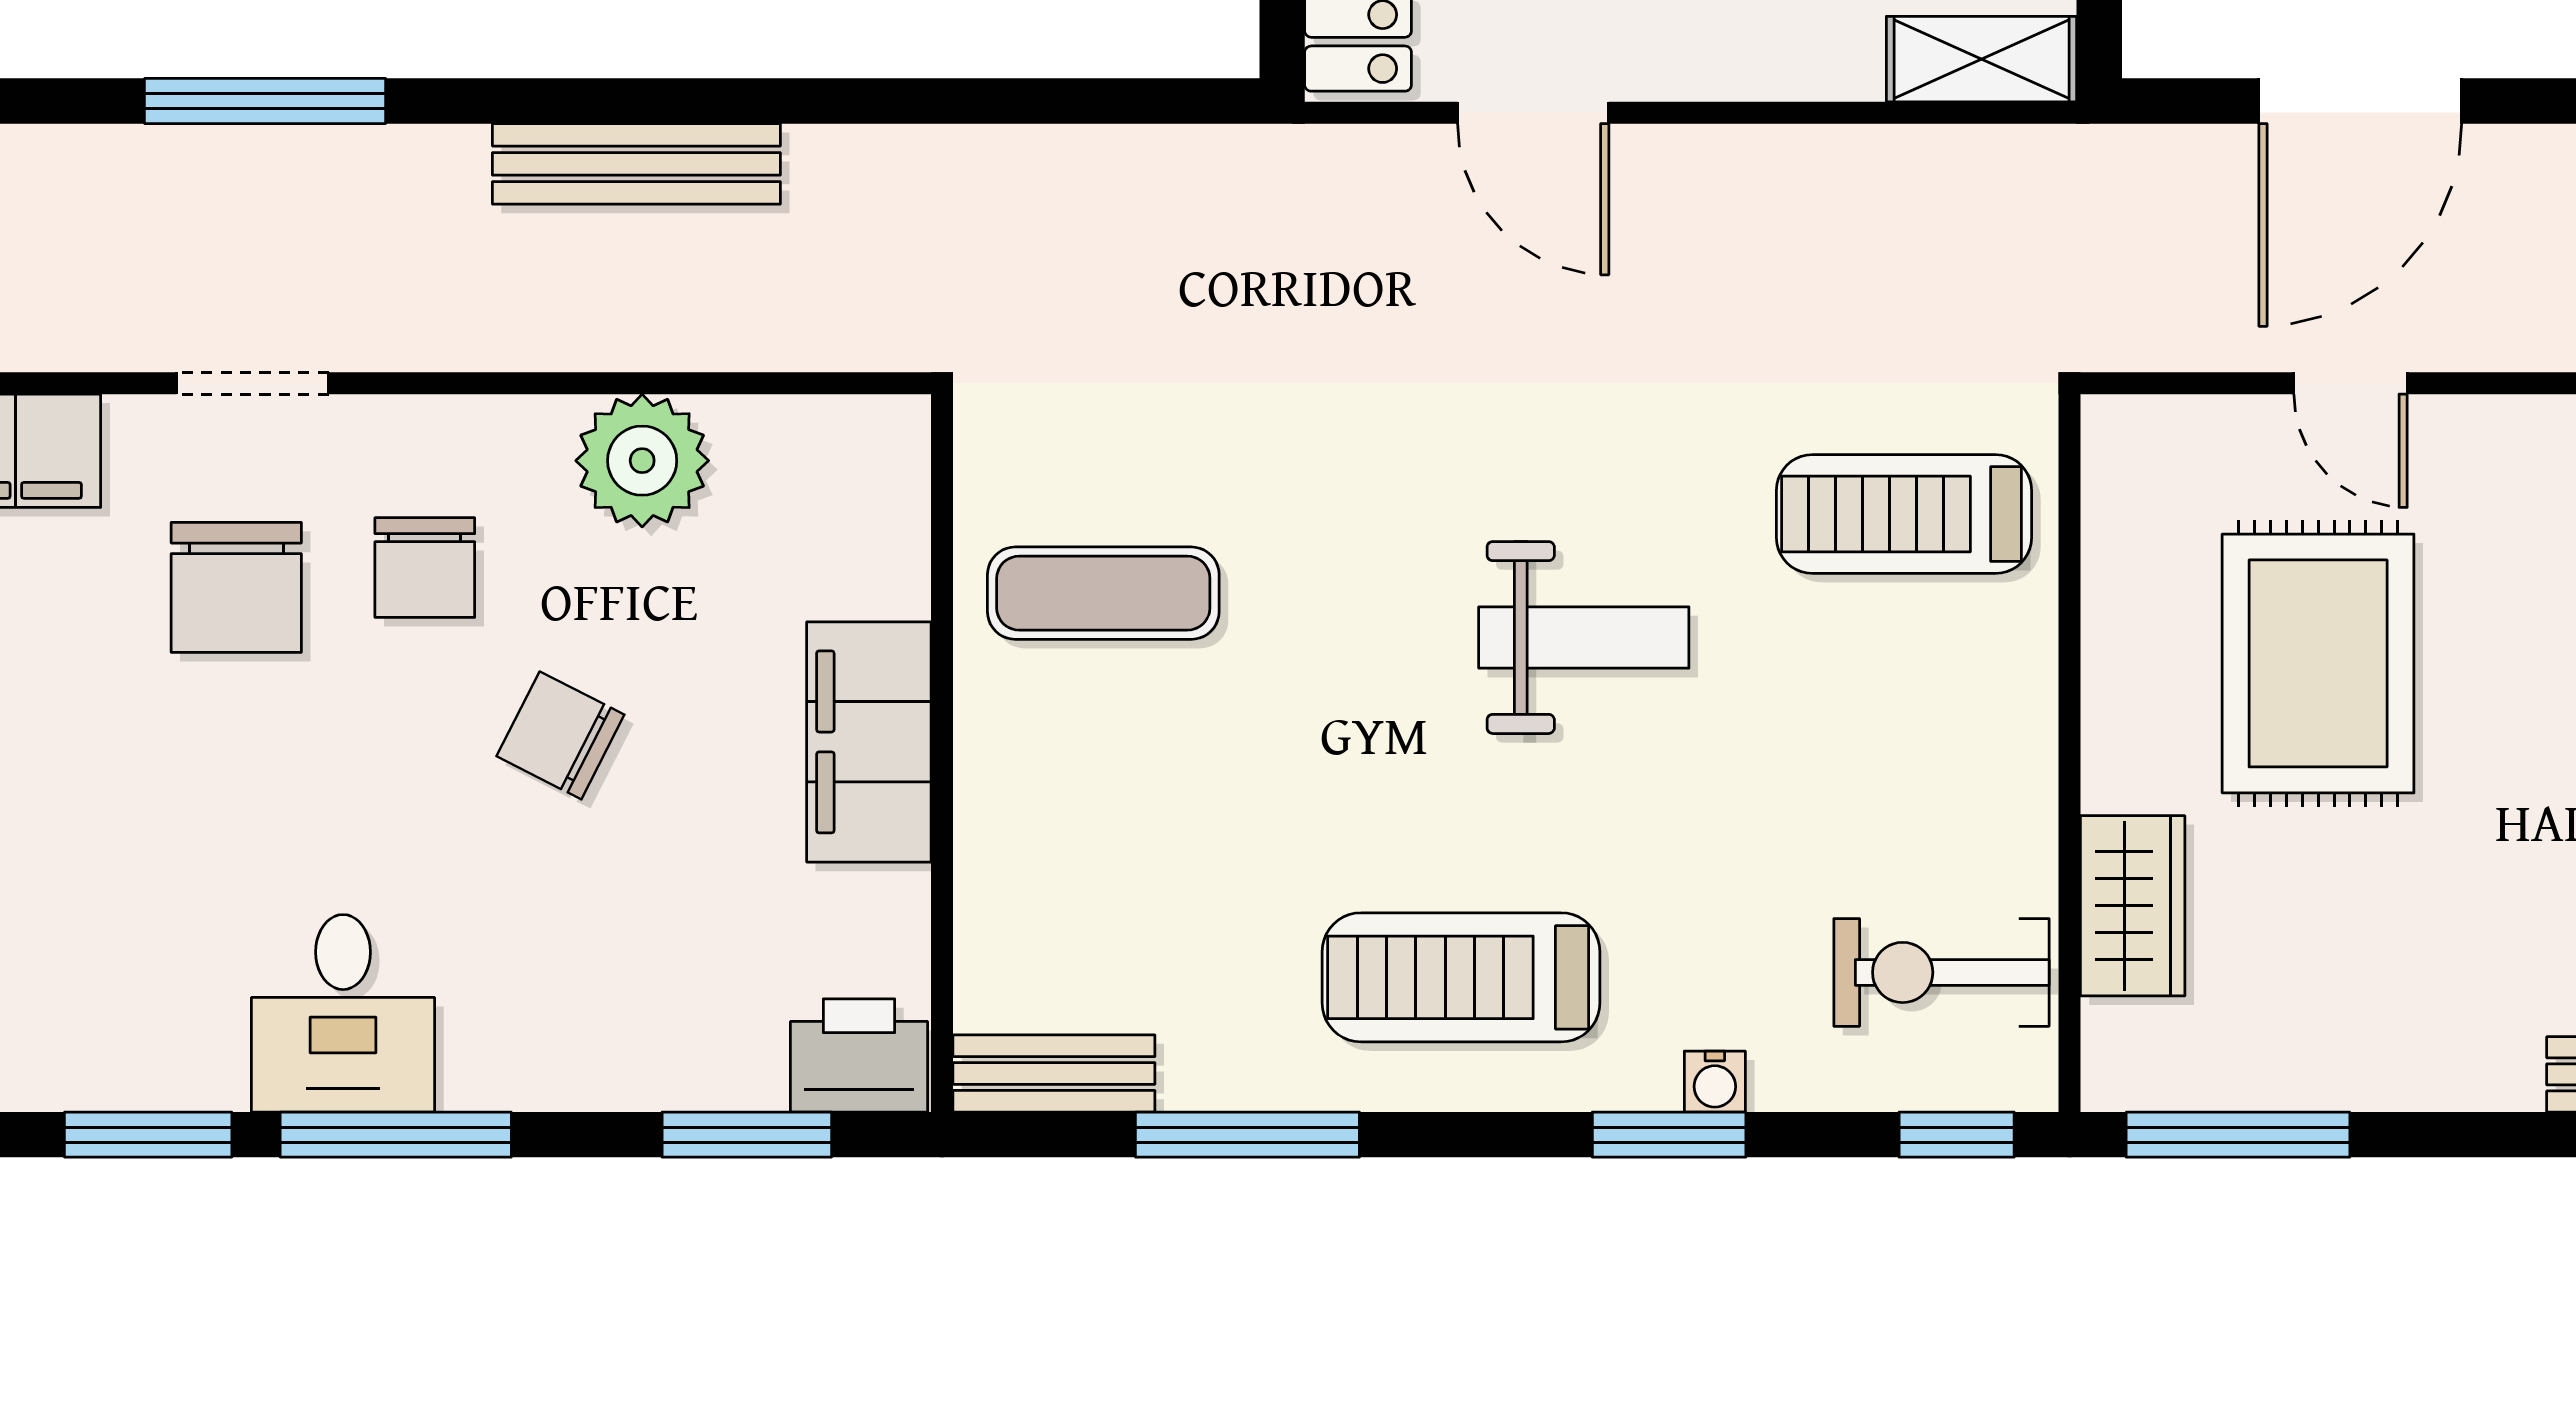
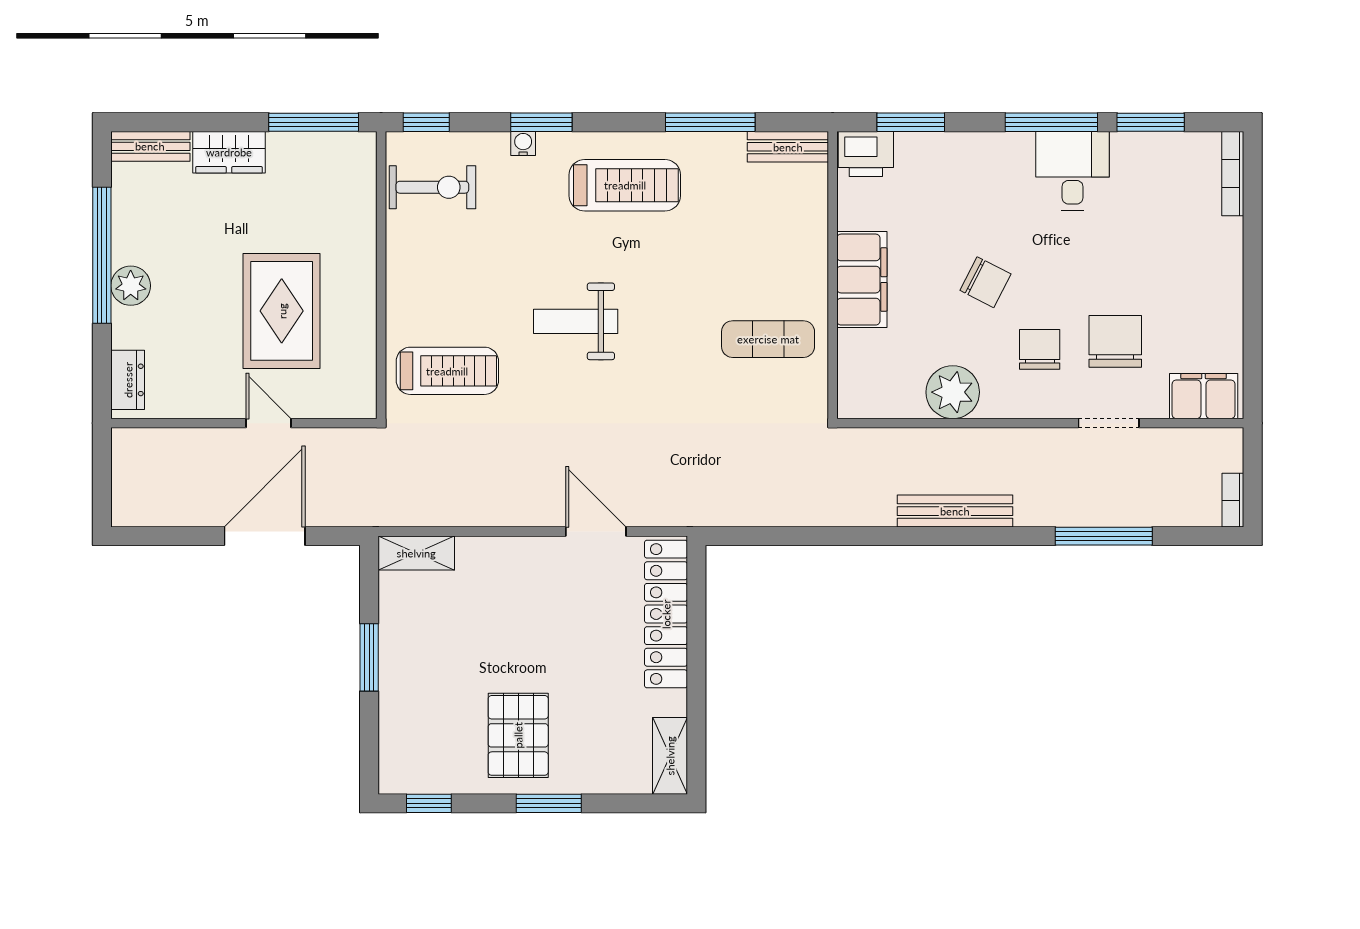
wardrobe: (2133, 906) -> (229, 152), moved, turned -90

